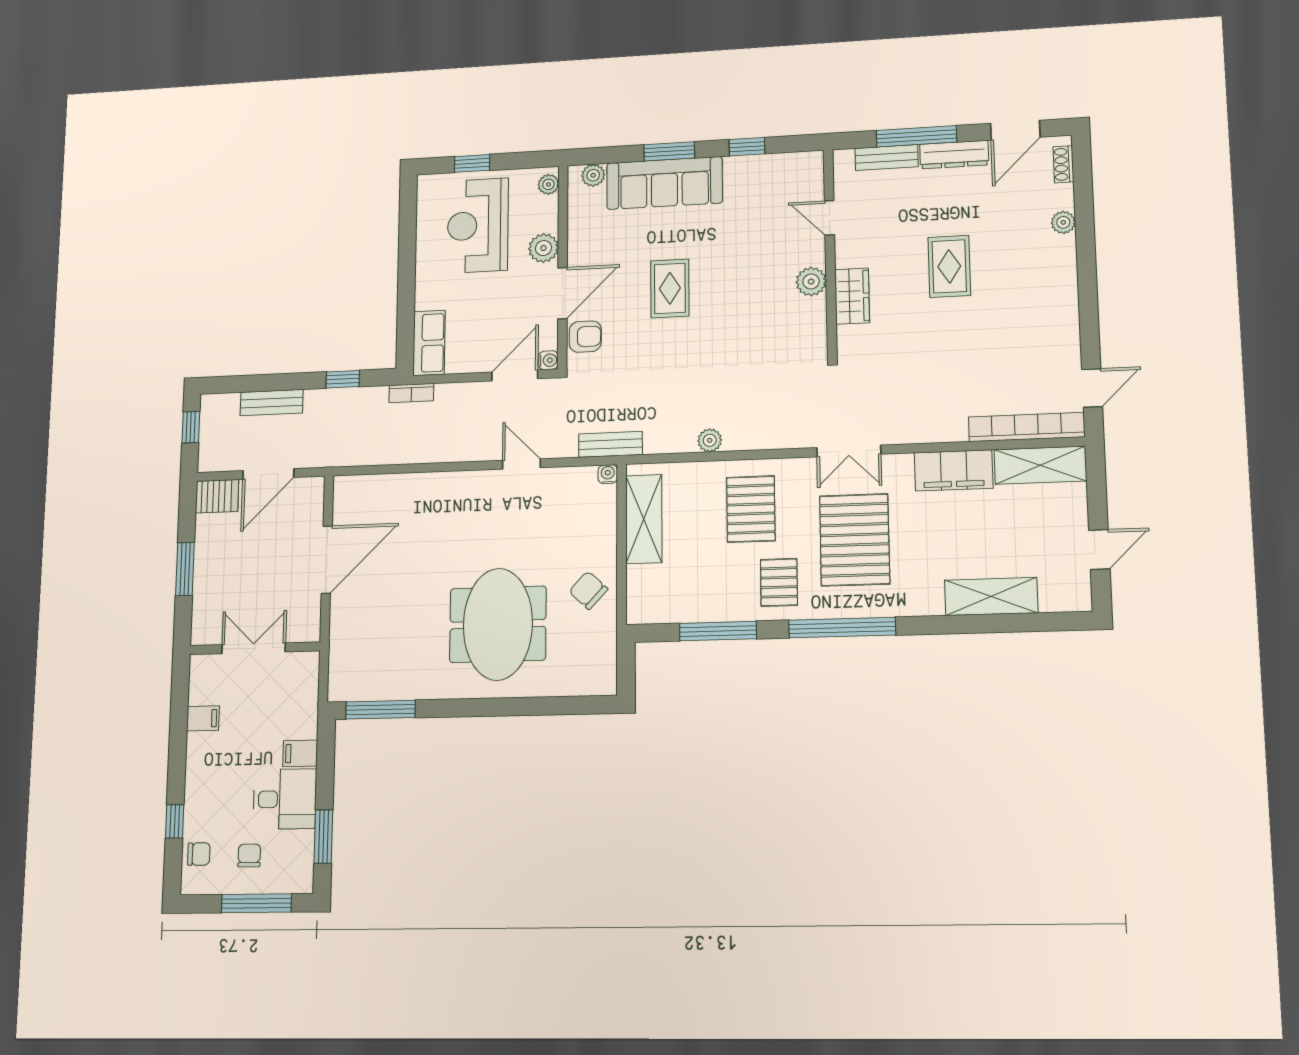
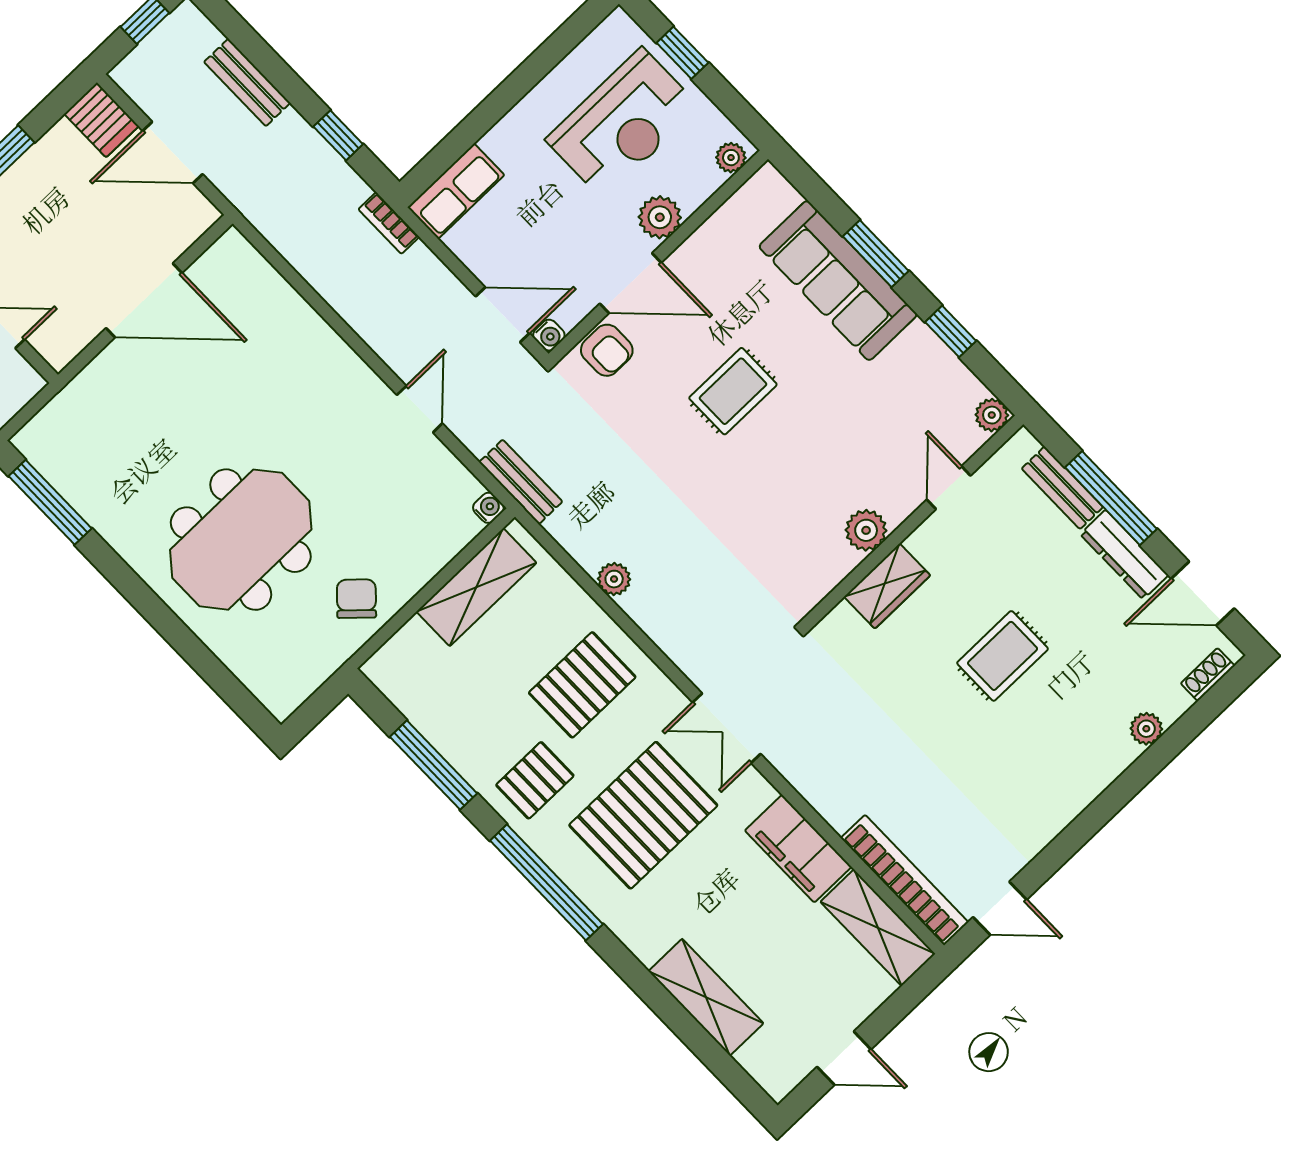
plant: (593, 175) -> (992, 415), moved
reception desk: (478, 225) -> (623, 123), turned 180

